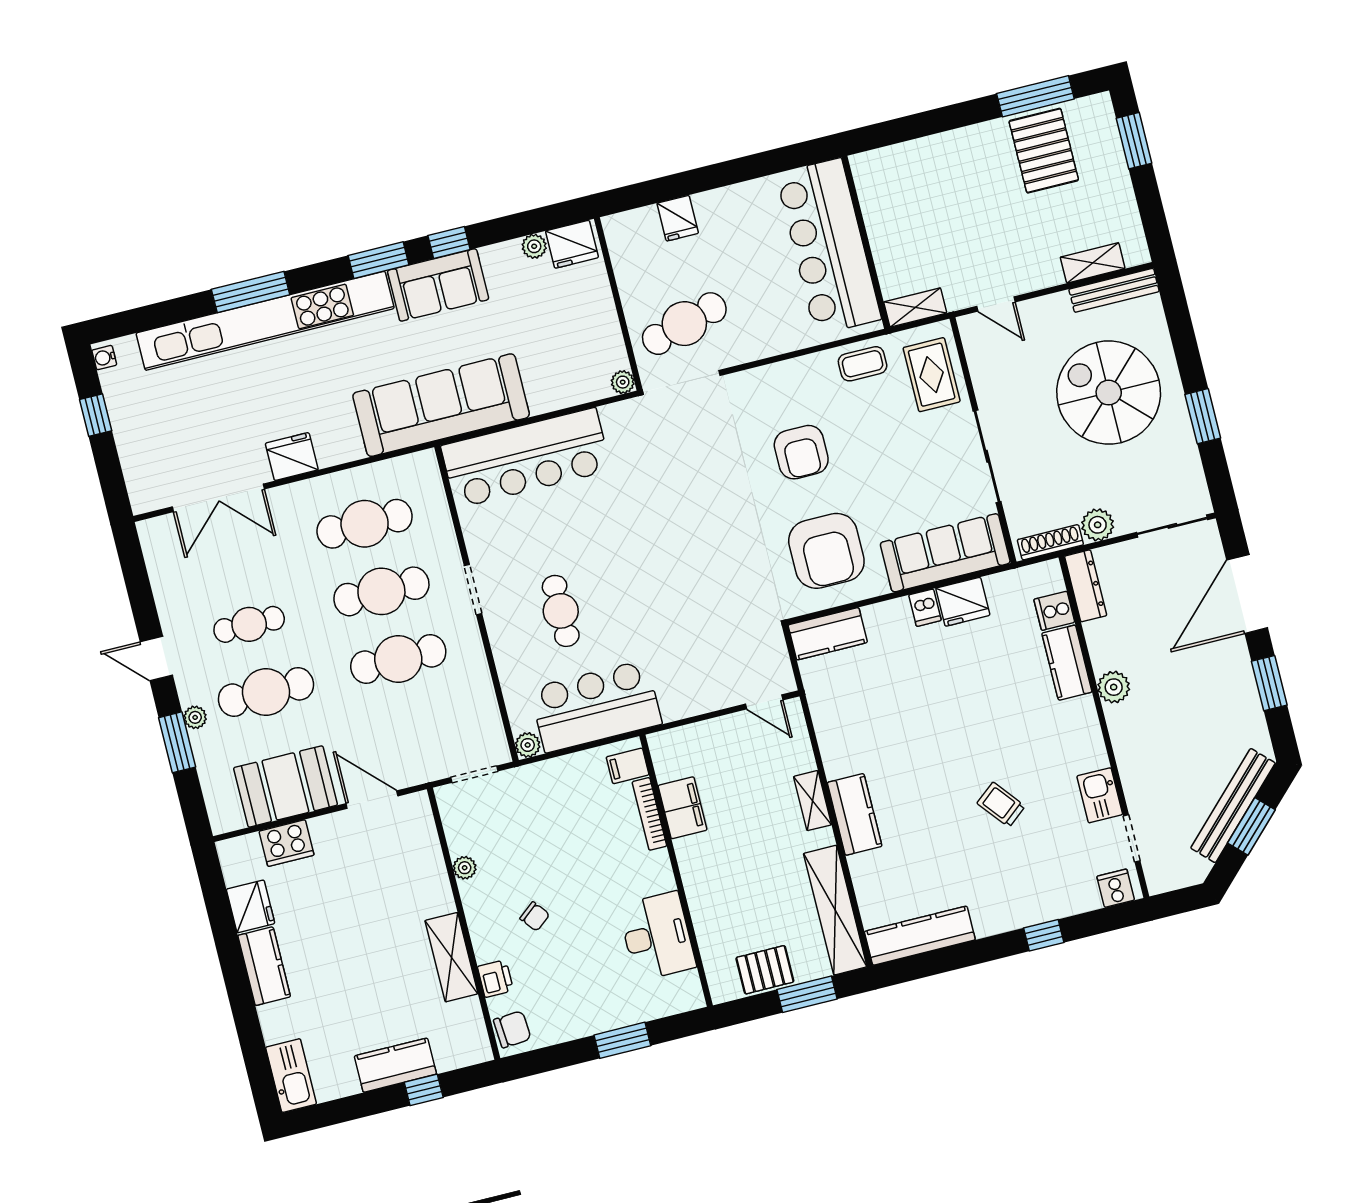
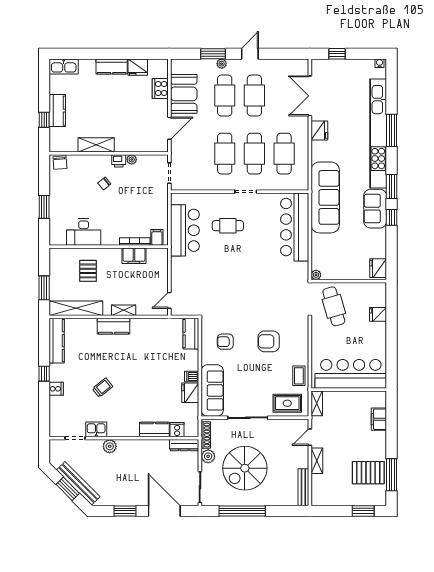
filing cabinet: (916, 157) -> (379, 419), added
plant: (534, 246) -> (381, 252), removed
shelving: (1093, 263) -> (317, 461), moved
spiral stairs: (1109, 393) -> (245, 468), moved, turned 180
window: (96, 415) -> (337, 54), moved
window: (1203, 416) -> (242, 511), width x2.11
armchair: (826, 551) -> (225, 342), width x0.53, depth x0.53
cafe table: (249, 624) -> (254, 96), width x1.37, depth x1.35
plant: (1114, 687) -> (110, 446), moved
plant: (528, 745) -> (176, 198), removed
cooker: (1116, 888) -> (56, 389), moved
window: (1044, 935) -> (44, 374), moved
pallet: (765, 970) -> (88, 271), moved
printer: (496, 979) -> (119, 161), moved

